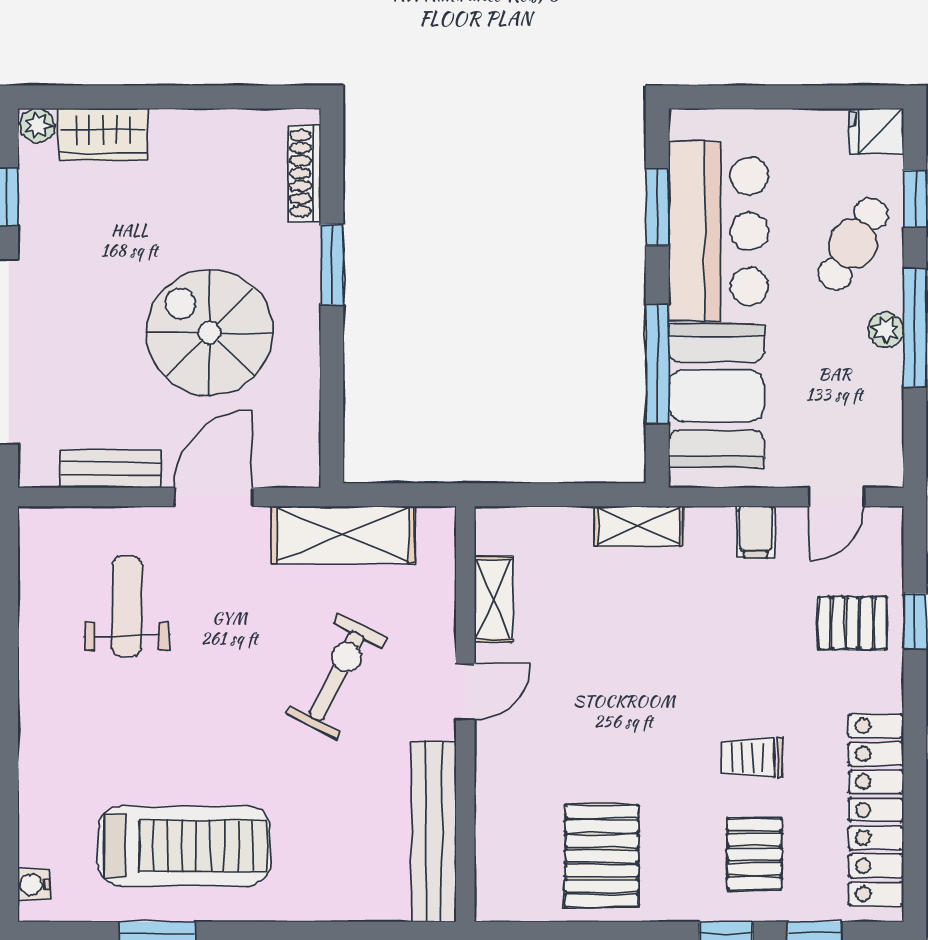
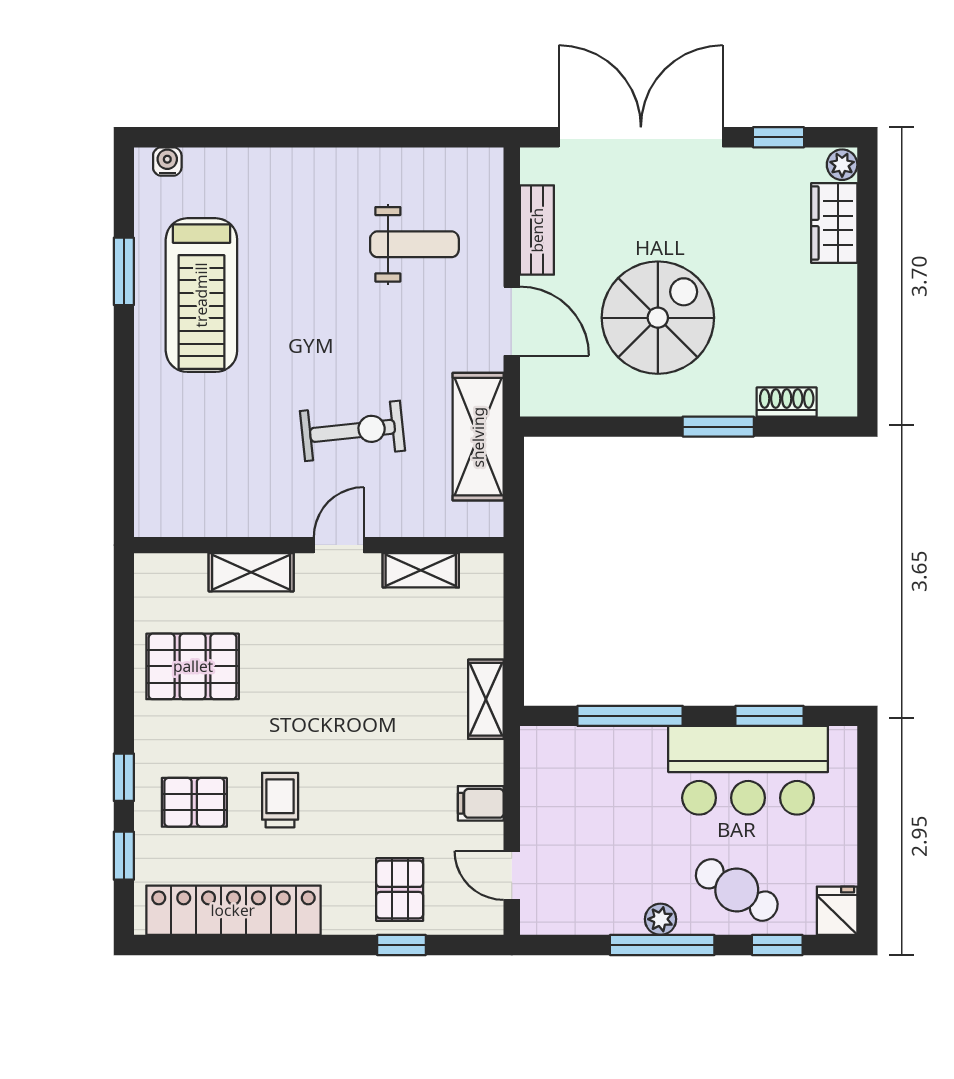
shoe rack: (304, 173) -> (787, 402), width x0.70
booth: (716, 396) -> (602, 768), removed
exercise bike: (337, 676) -> (352, 431), turned -33
door: (465, 691) -> (339, 545), swing flipped
shelving: (496, 790) -> (251, 572), added
bench: (434, 832) -> (214, 517), removed

